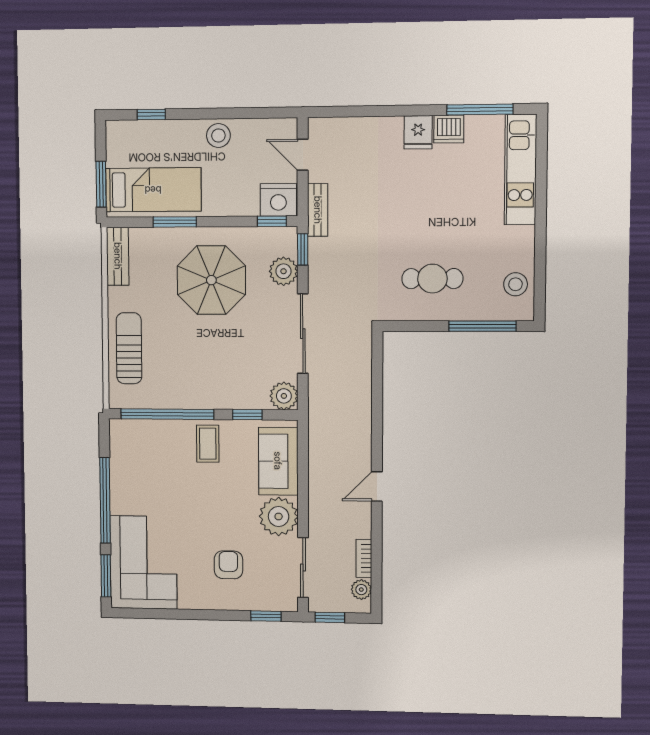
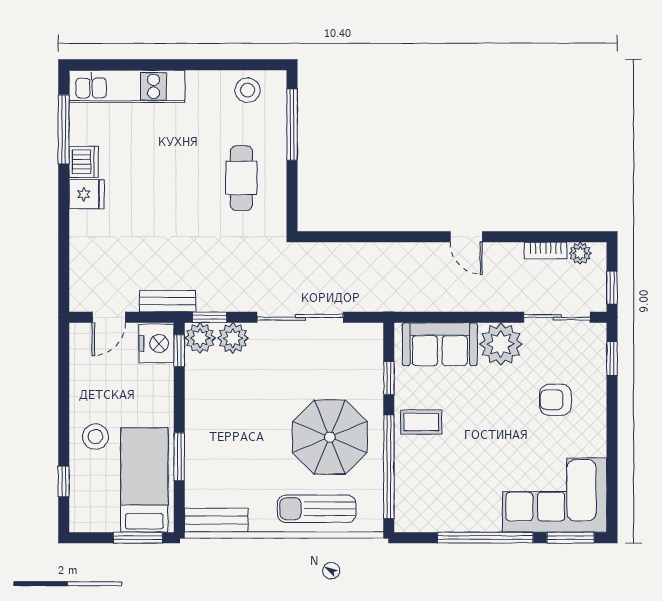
stool: (218, 136) -> (95, 437), moved
parasol: (211, 280) -> (330, 437), moved
plant: (284, 396) -> (200, 338), moved

